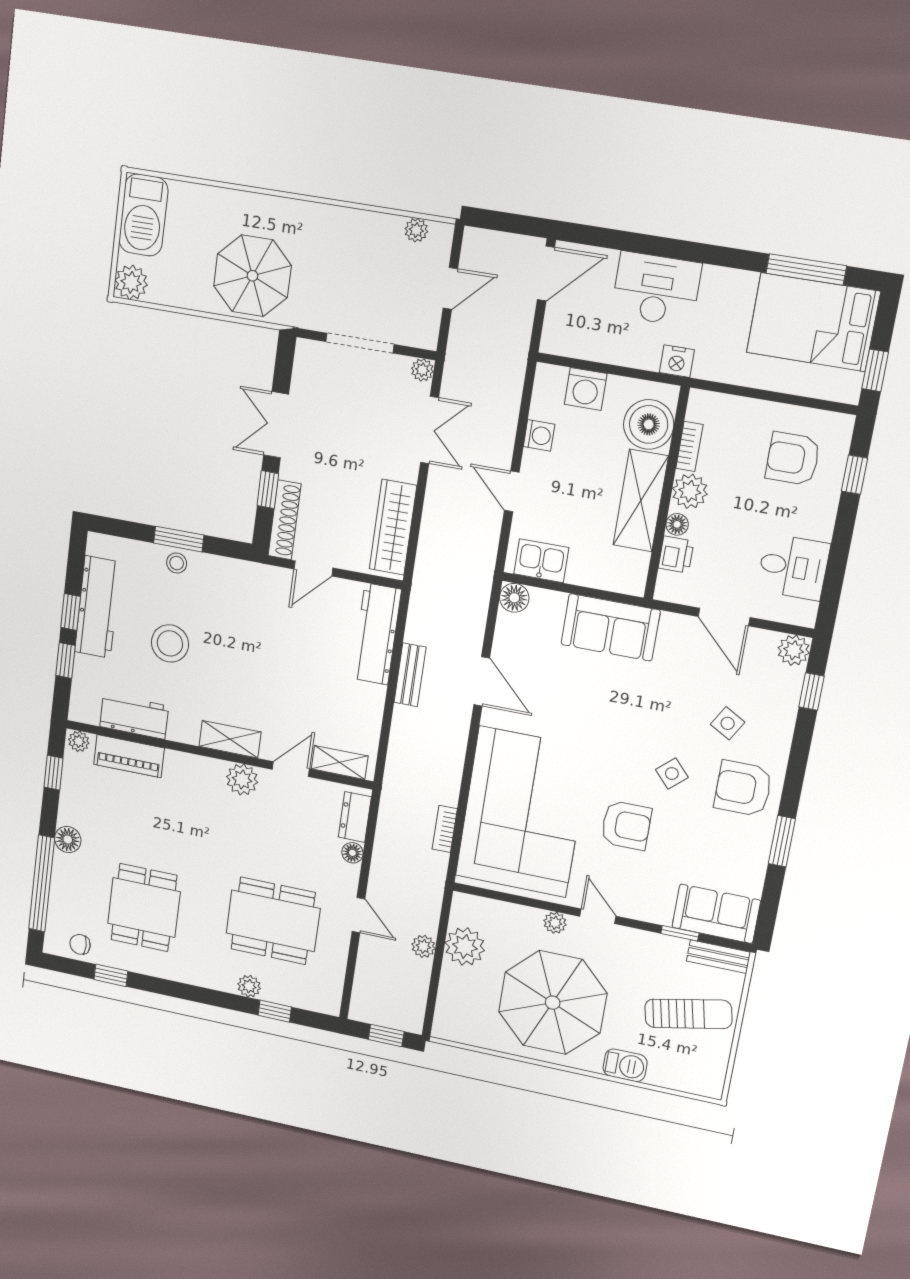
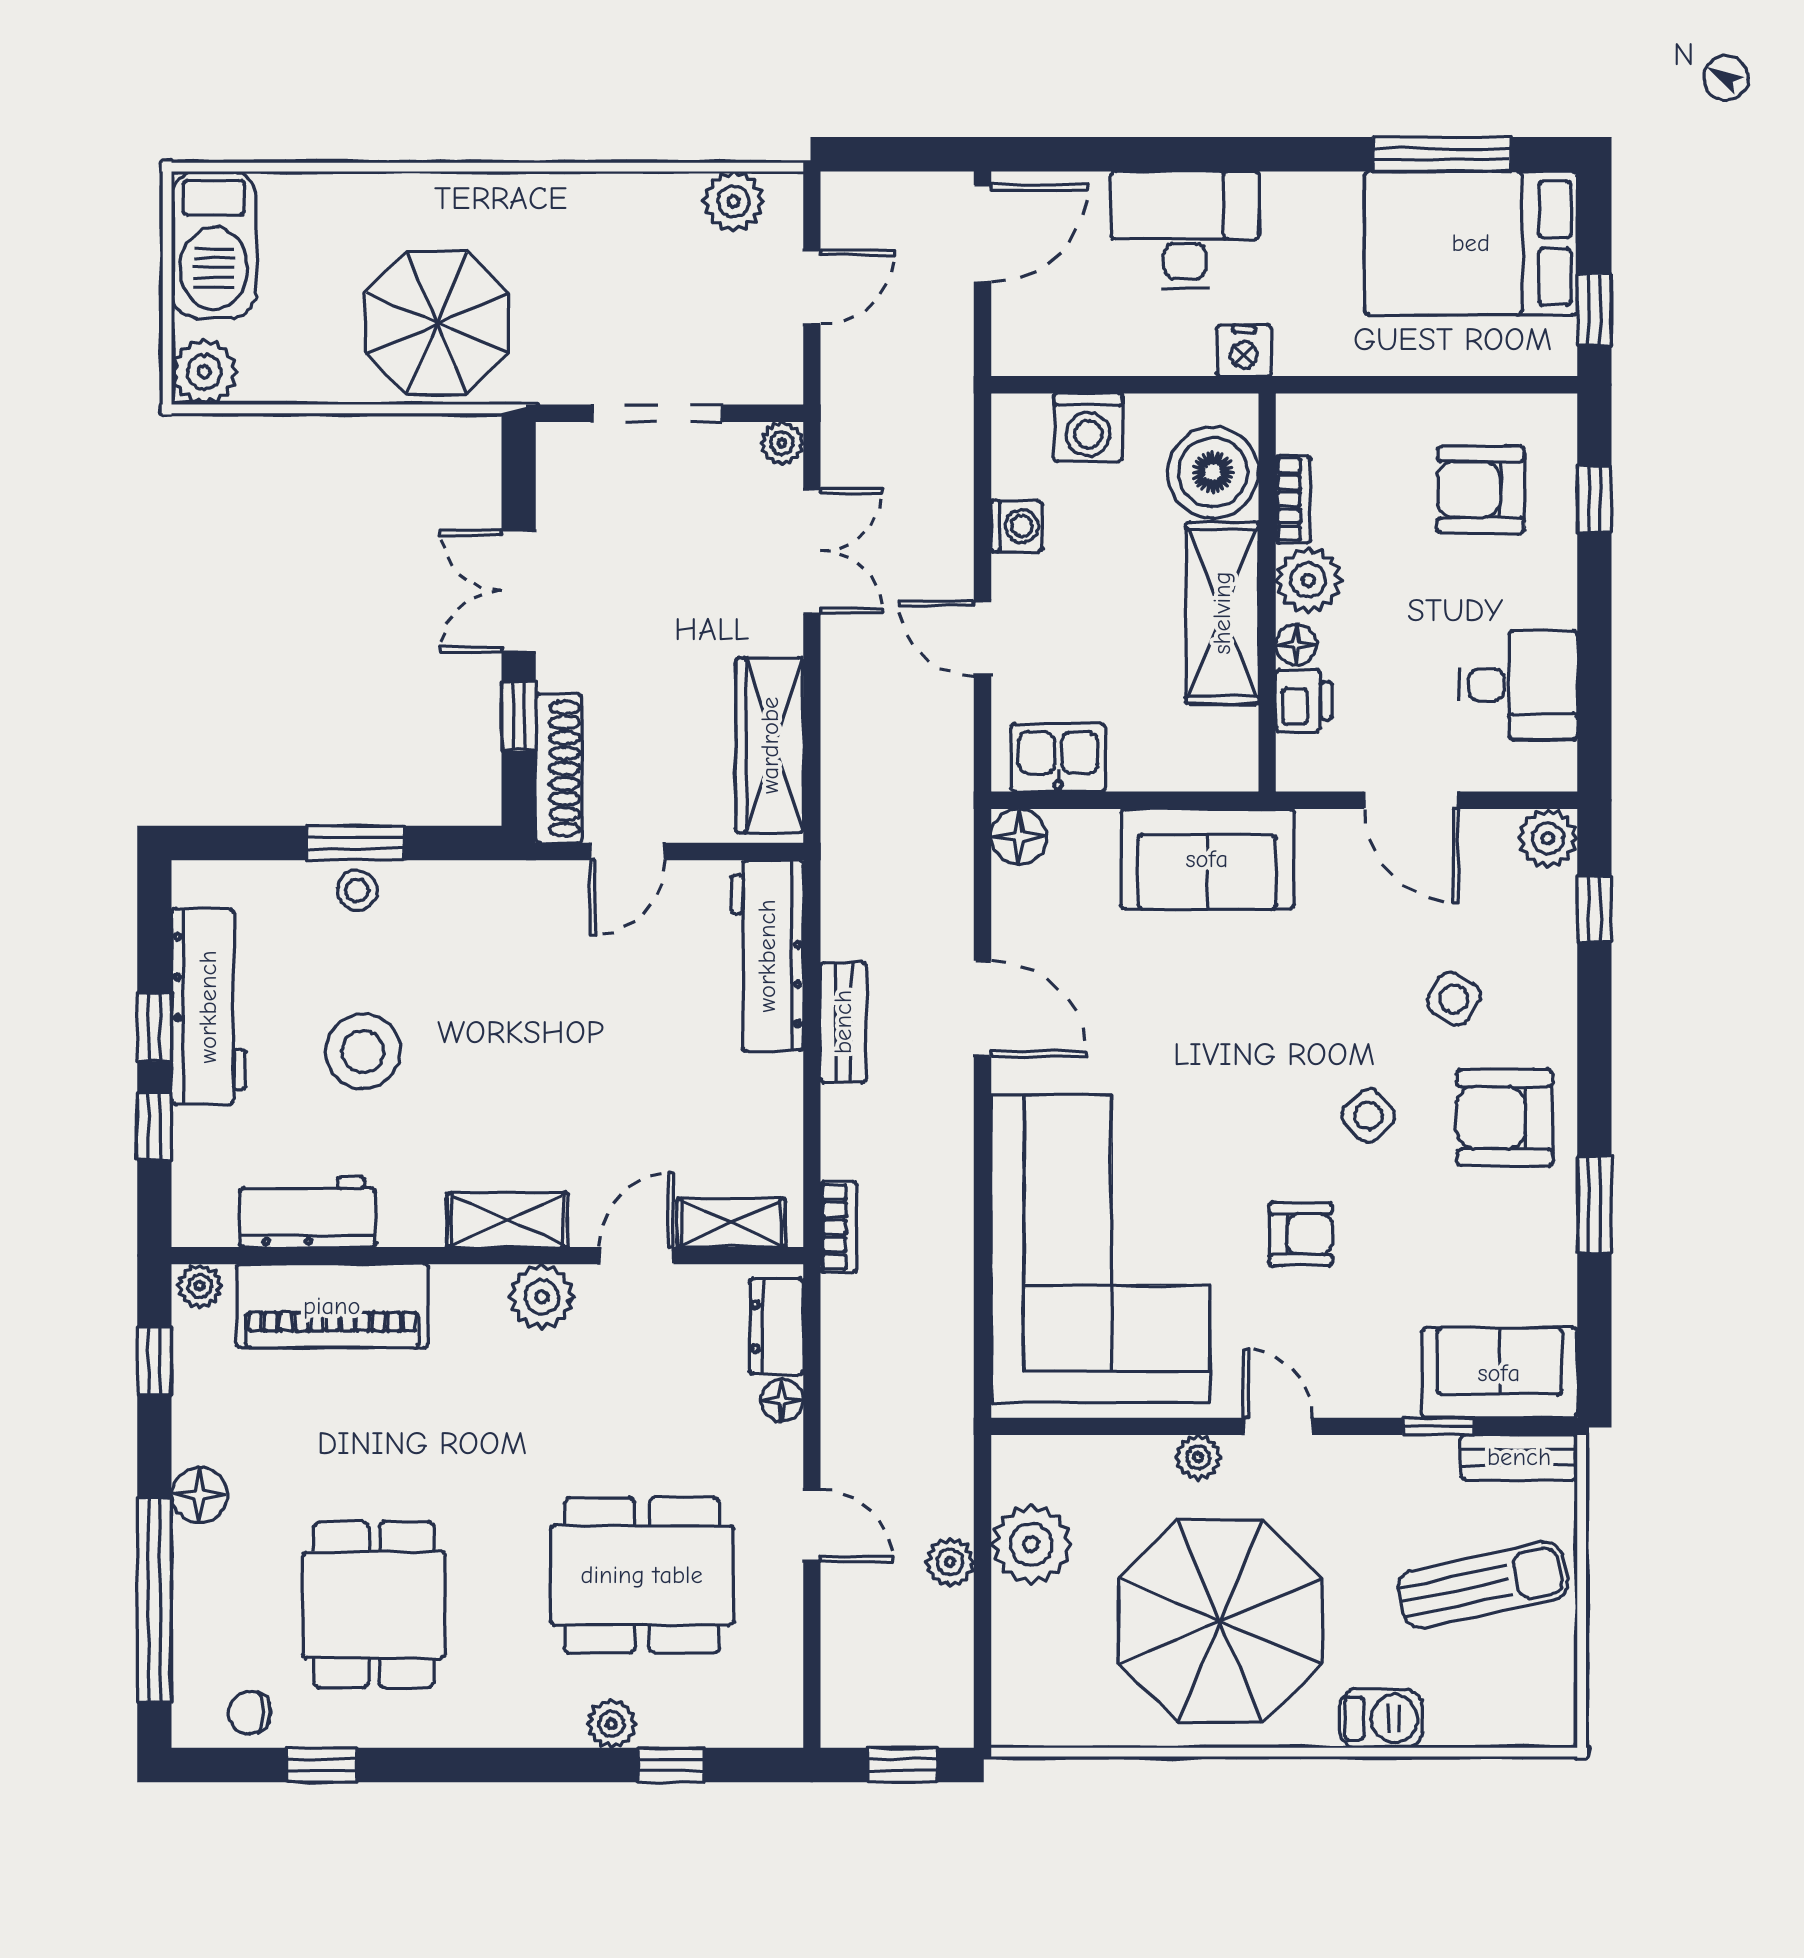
plant: (416, 230) -> (734, 201), width x1.38, depth x1.38
piano: (129, 756) -> (332, 1306), width x1.37, depth x1.33
armchair: (626, 825) -> (1301, 1234), width x0.72, depth x0.72
bookcase: (445, 829) -> (839, 1227), moved, turned 180

